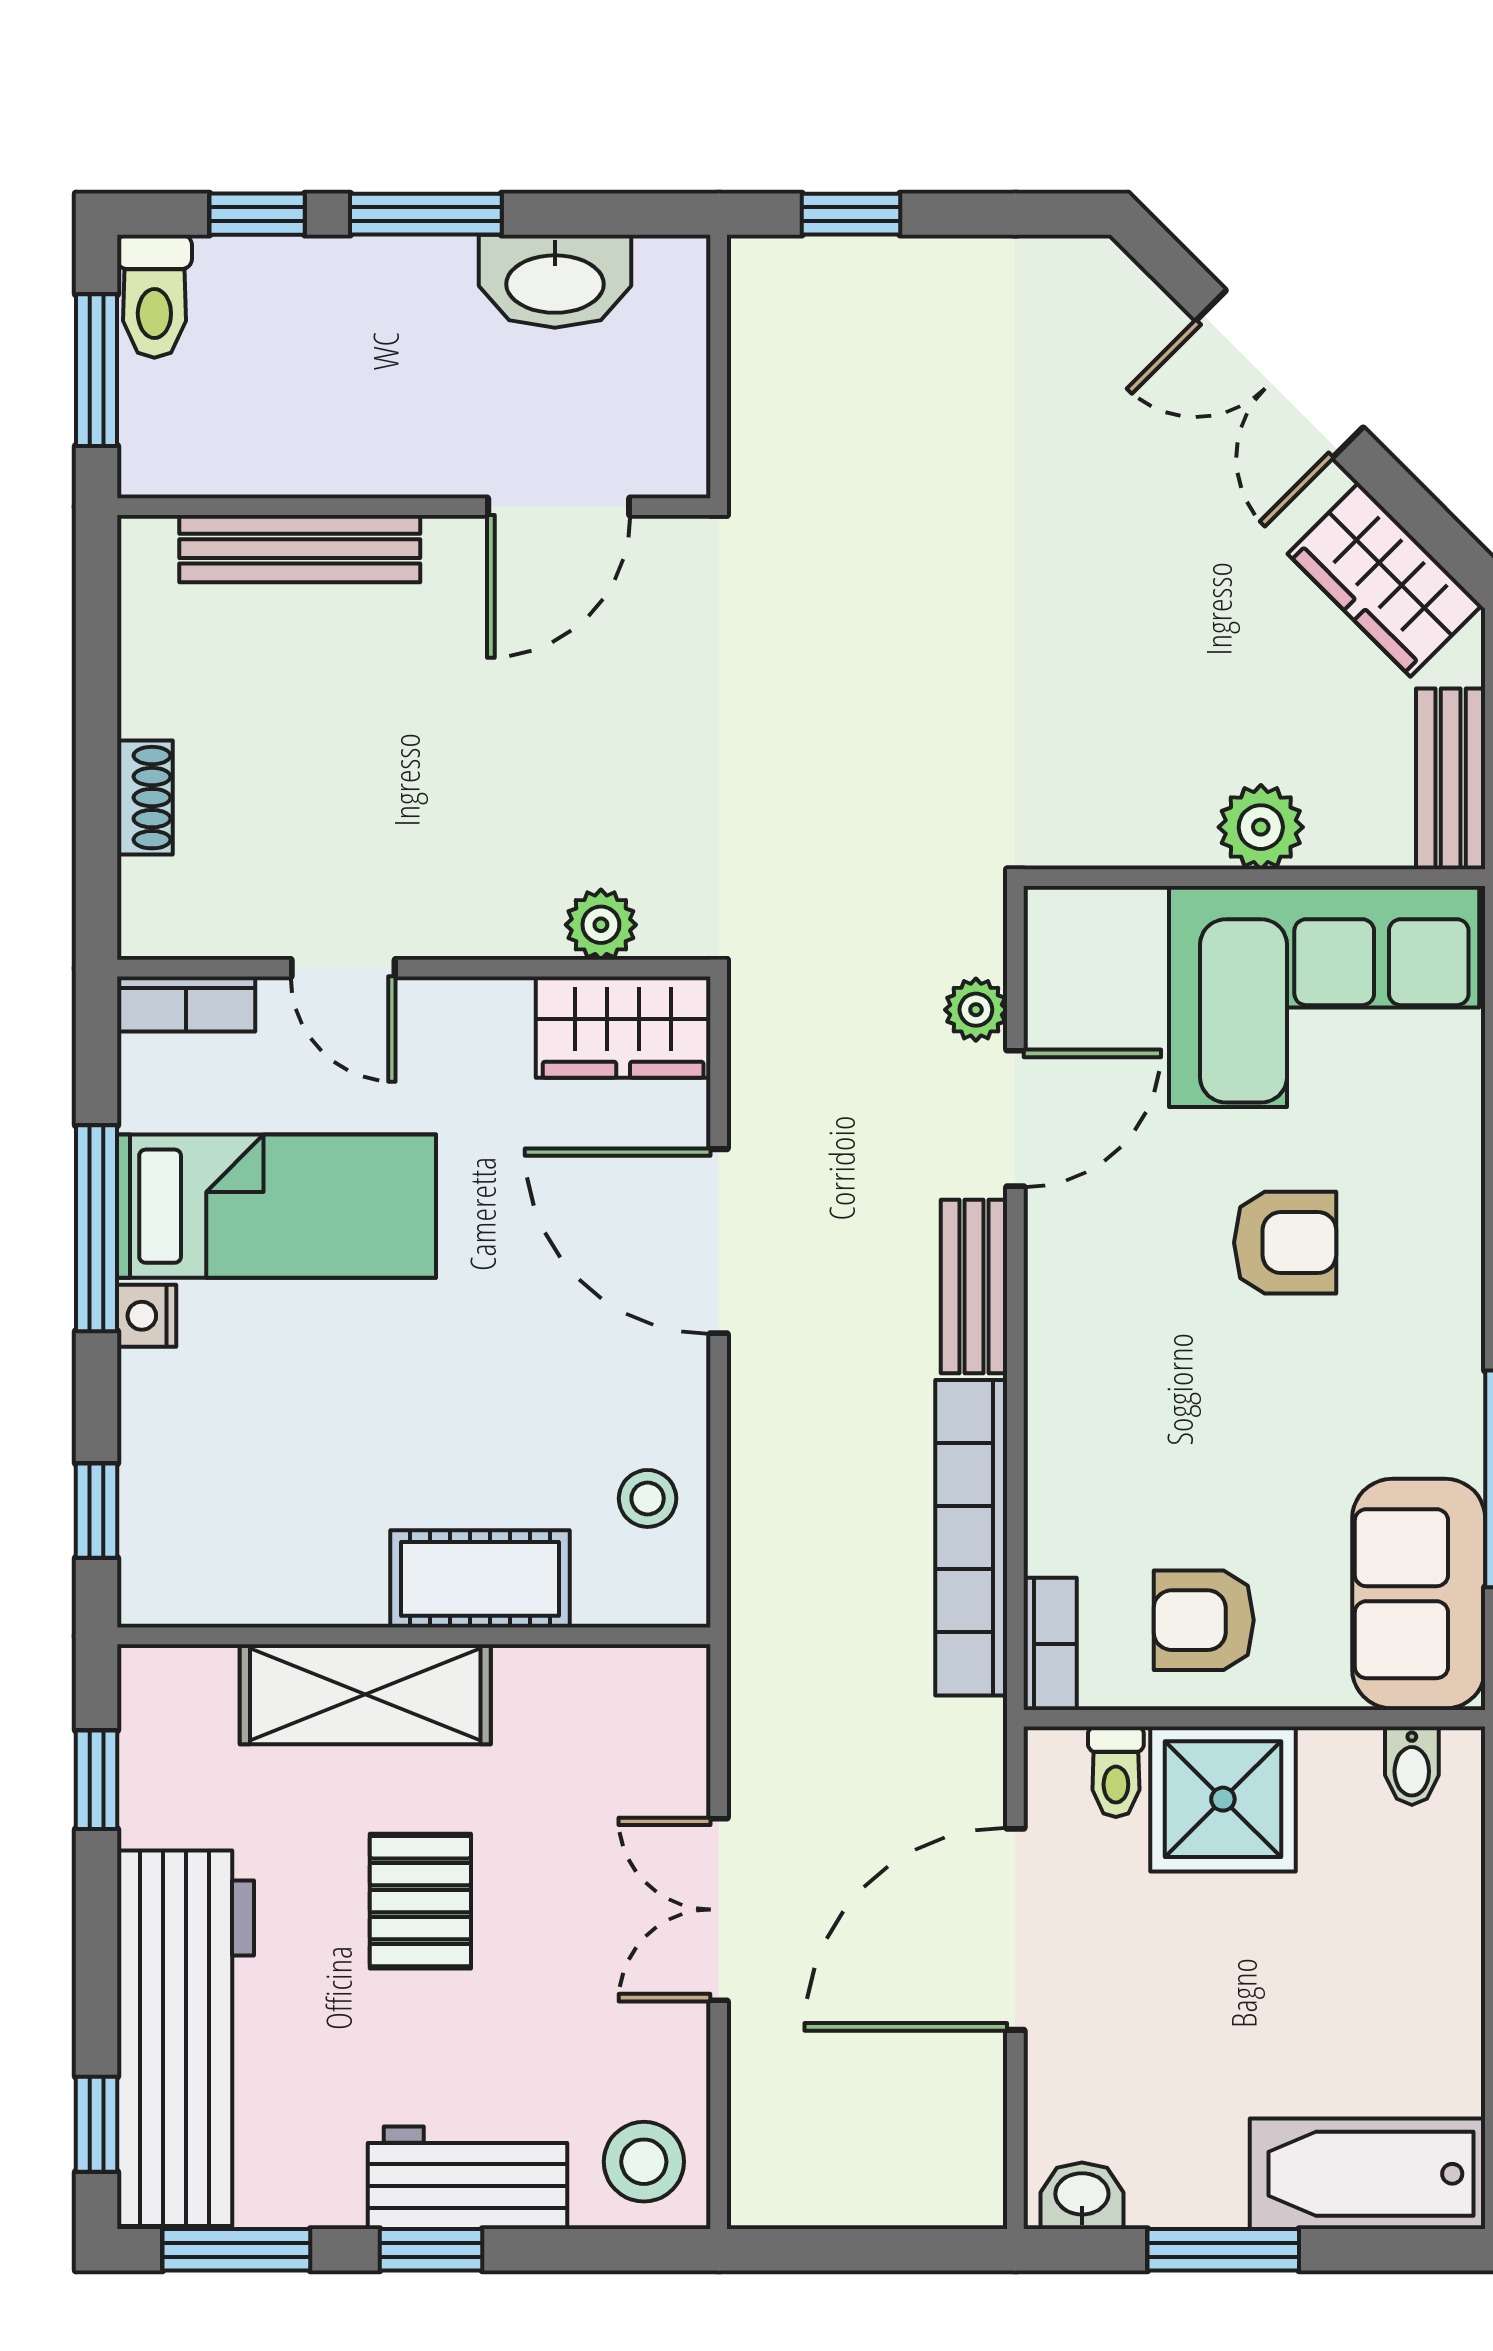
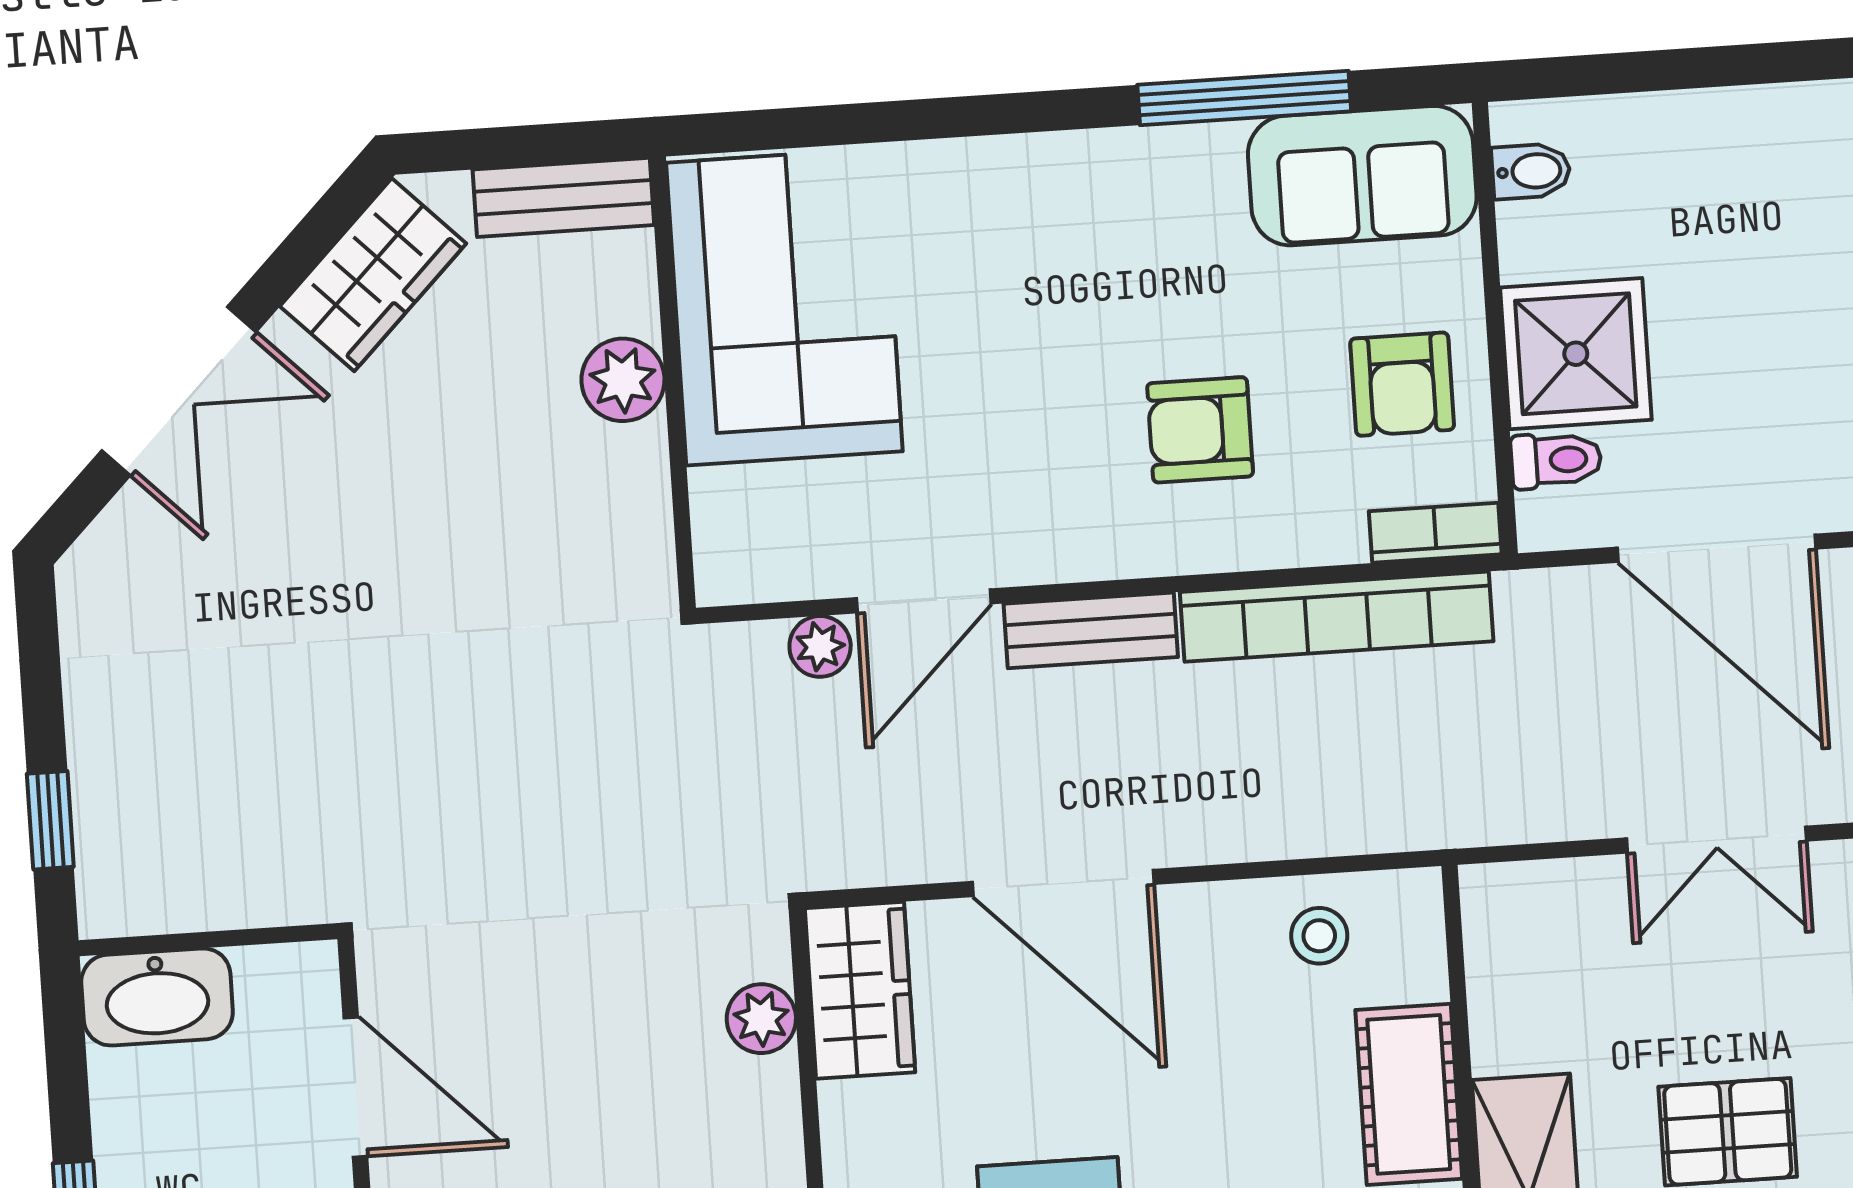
washbasin: (555, 281) -> (157, 997), moved, turned 90
door: (1015, 1118) -> (924, 601), swing flipped
door: (719, 1241) -> (1063, 883), hinge flipped
armchair: (1285, 1243) -> (1200, 430), moved, turned -90

